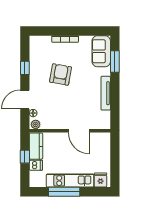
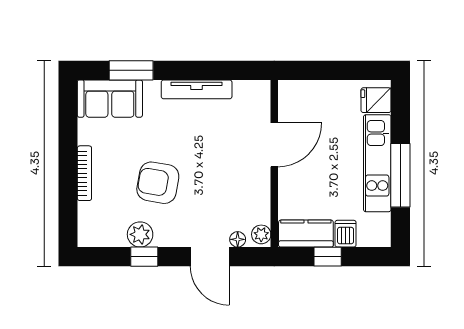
plant: (36, 66) -> (140, 234), added

